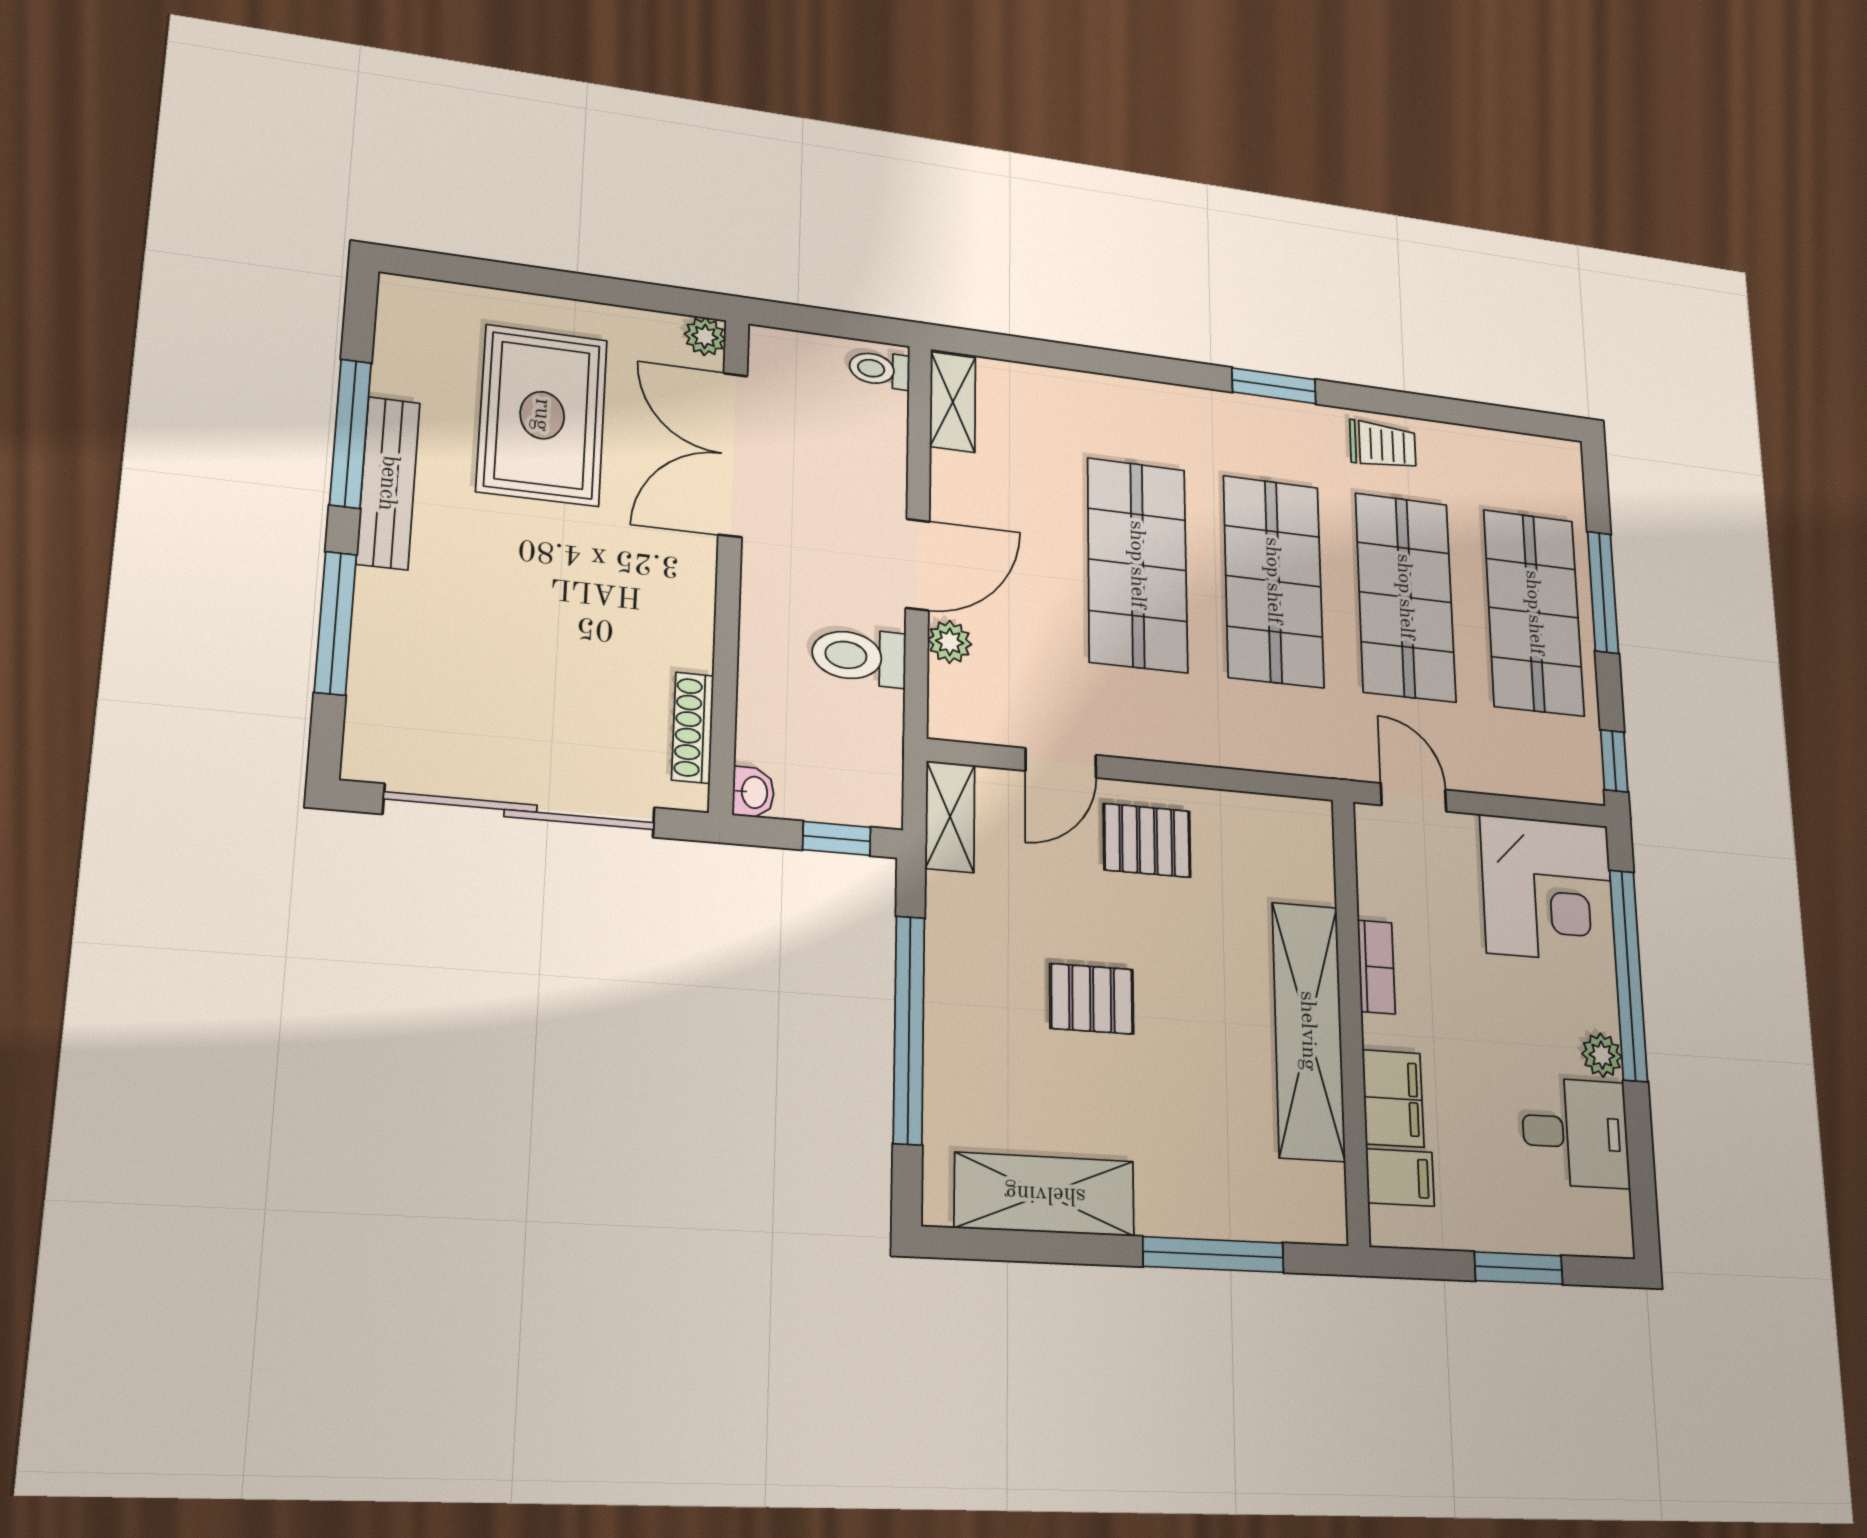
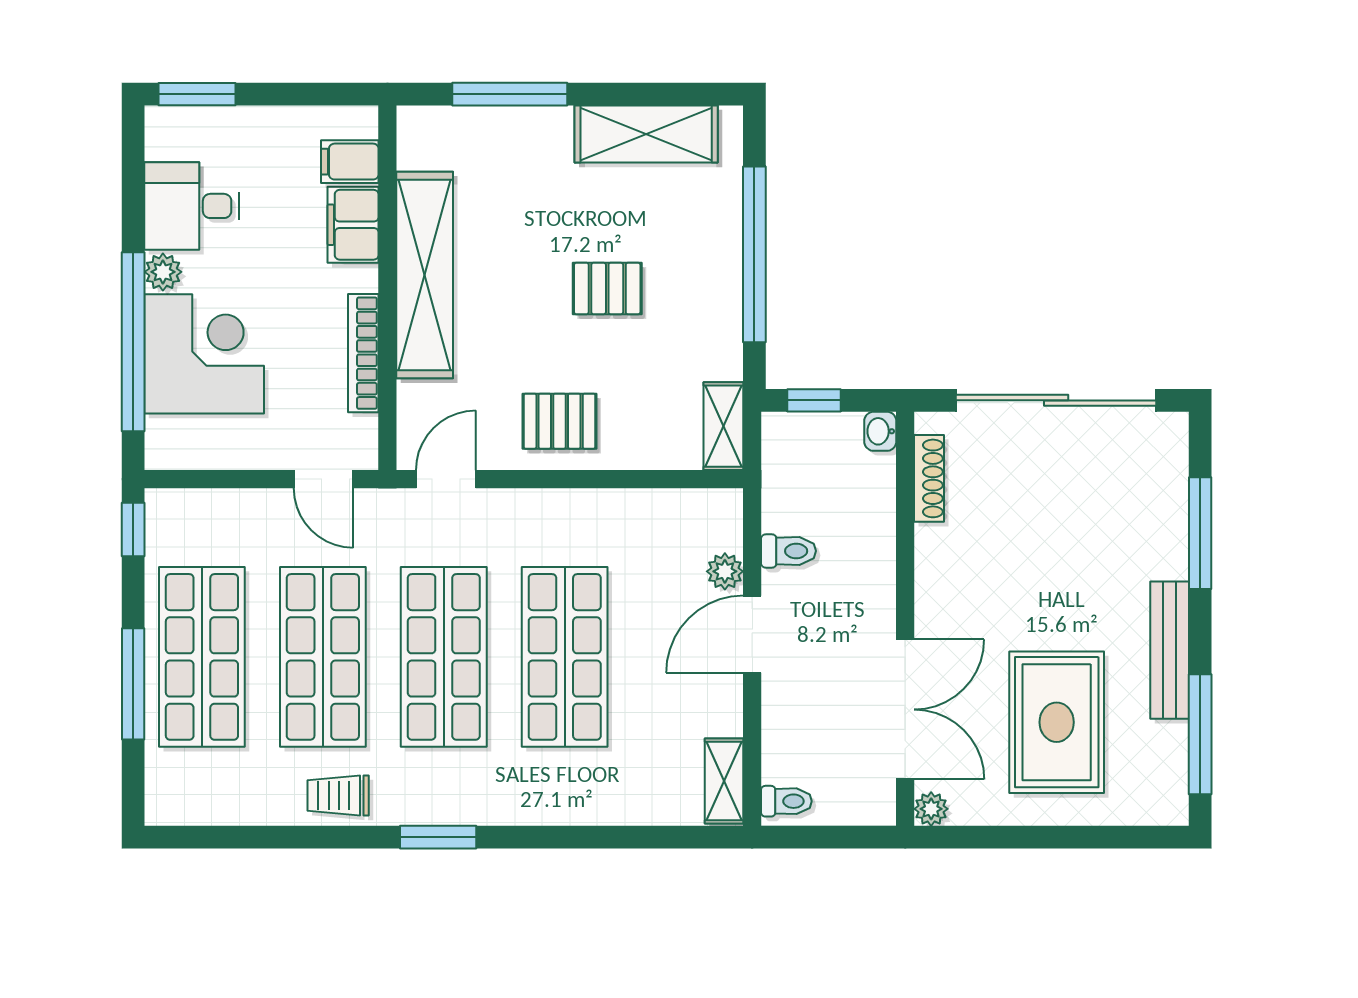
window: (350, 433) -> (1200, 734), moved
toilet: (859, 656) -> (788, 551), width x0.73, depth x0.72
door: (1061, 763) -> (446, 479), moved
corner desk: (1548, 889) -> (204, 354), moved, turned 90
bookcase: (1376, 967) -> (363, 353), width x1.56
window: (1519, 1268) -> (197, 94), moved

